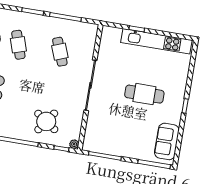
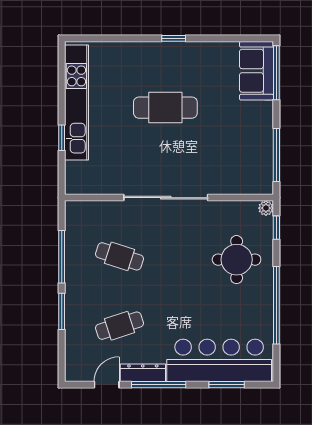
cafe table: (60, 52) -> (119, 256), turned 39
cafe table: (144, 94) -> (165, 108), turned 90
round table: (46, 121) -> (237, 260), turned -35
sofa: (167, 141) -> (257, 71), moved, turned 90

